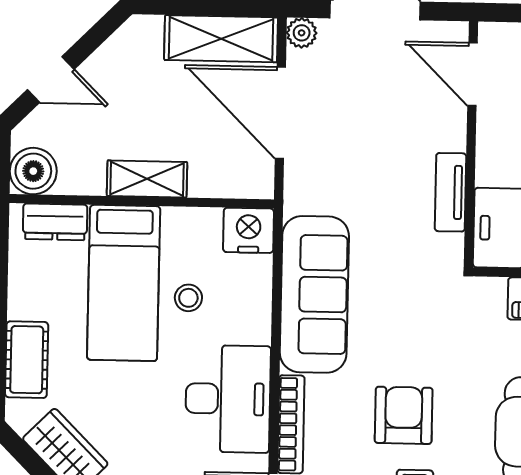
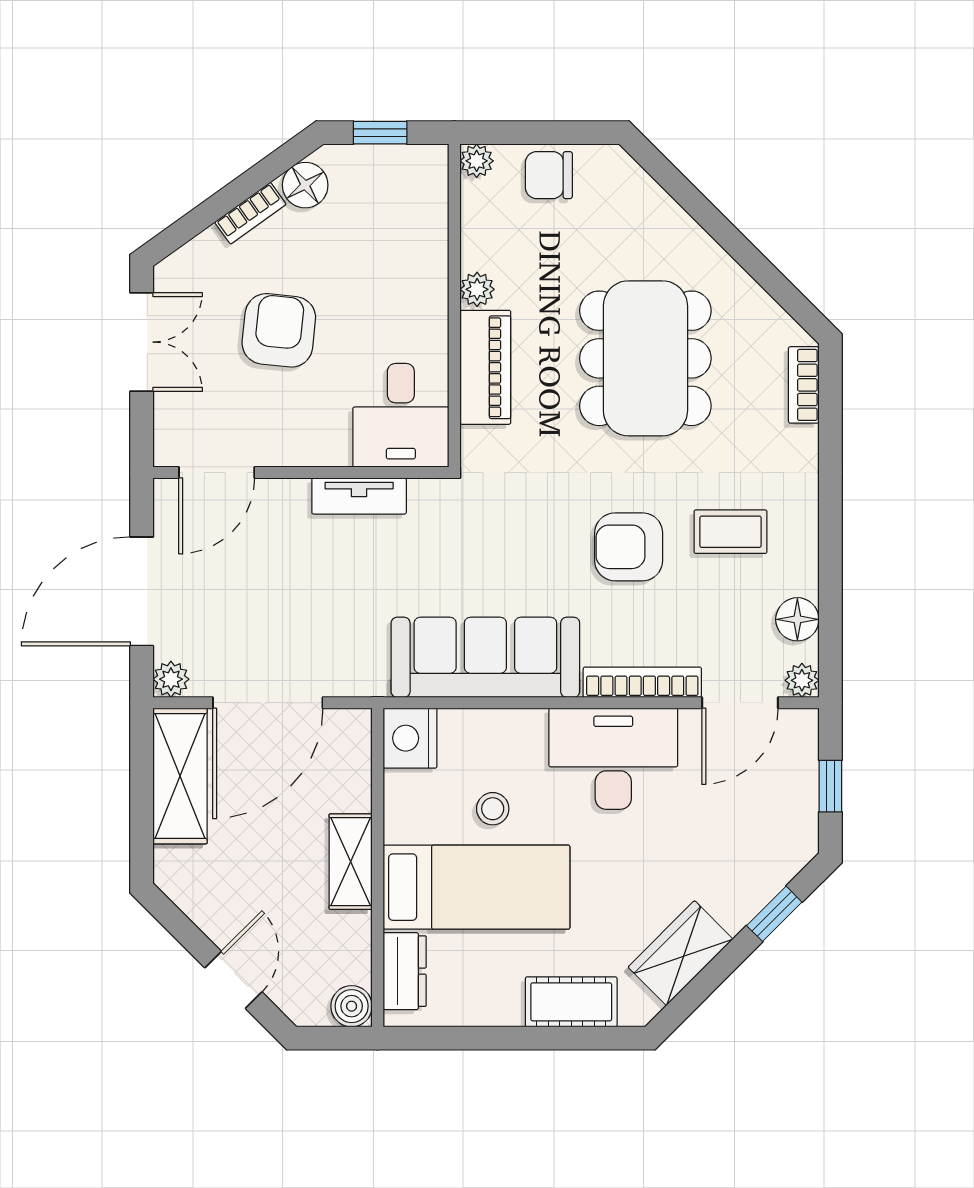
boiler: (33, 171) -> (352, 1006), width x0.73, depth x0.73

